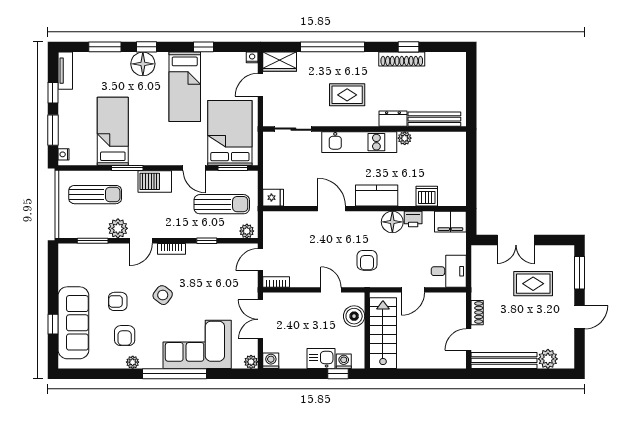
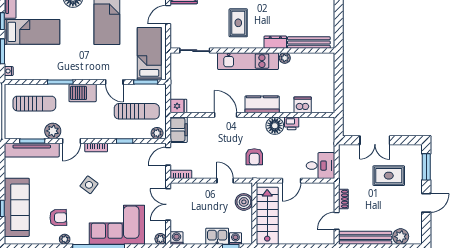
rug: (347, 95) -> (238, 23), turned 90
bed: (113, 131) -> (32, 32), moved, turned 90
bed: (230, 133) -> (149, 54), width x0.67
filing cabinet: (450, 222) -> (179, 130), moved, turned -90
tv unit: (92, 252) -> (32, 150), added
armchair: (118, 301) -> (53, 190), removed
armchair: (125, 336) -> (58, 218), turned -92

